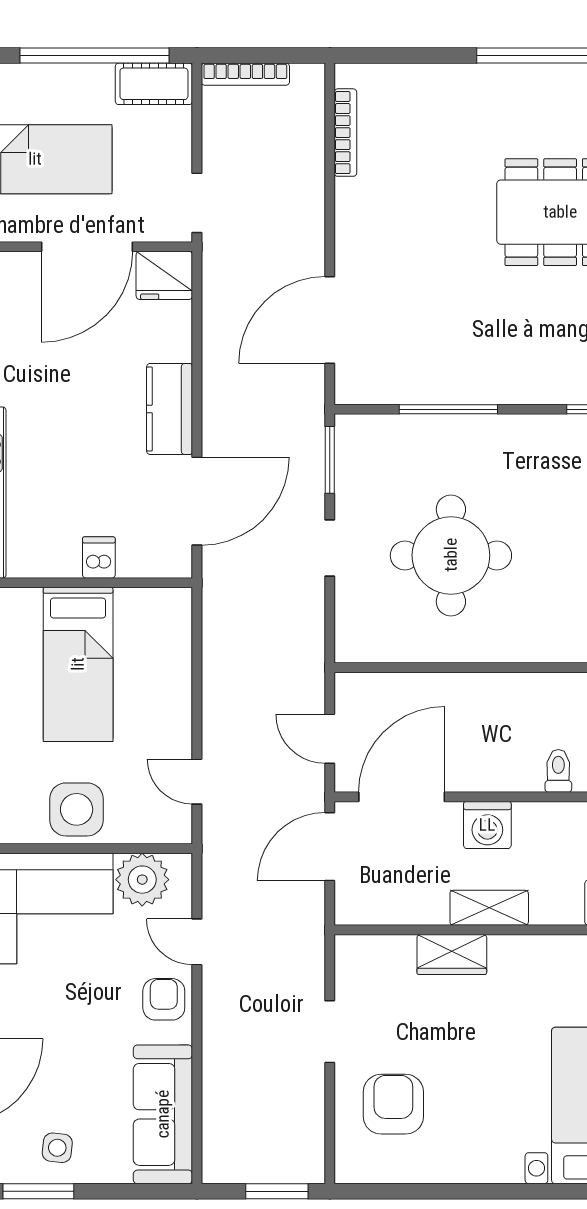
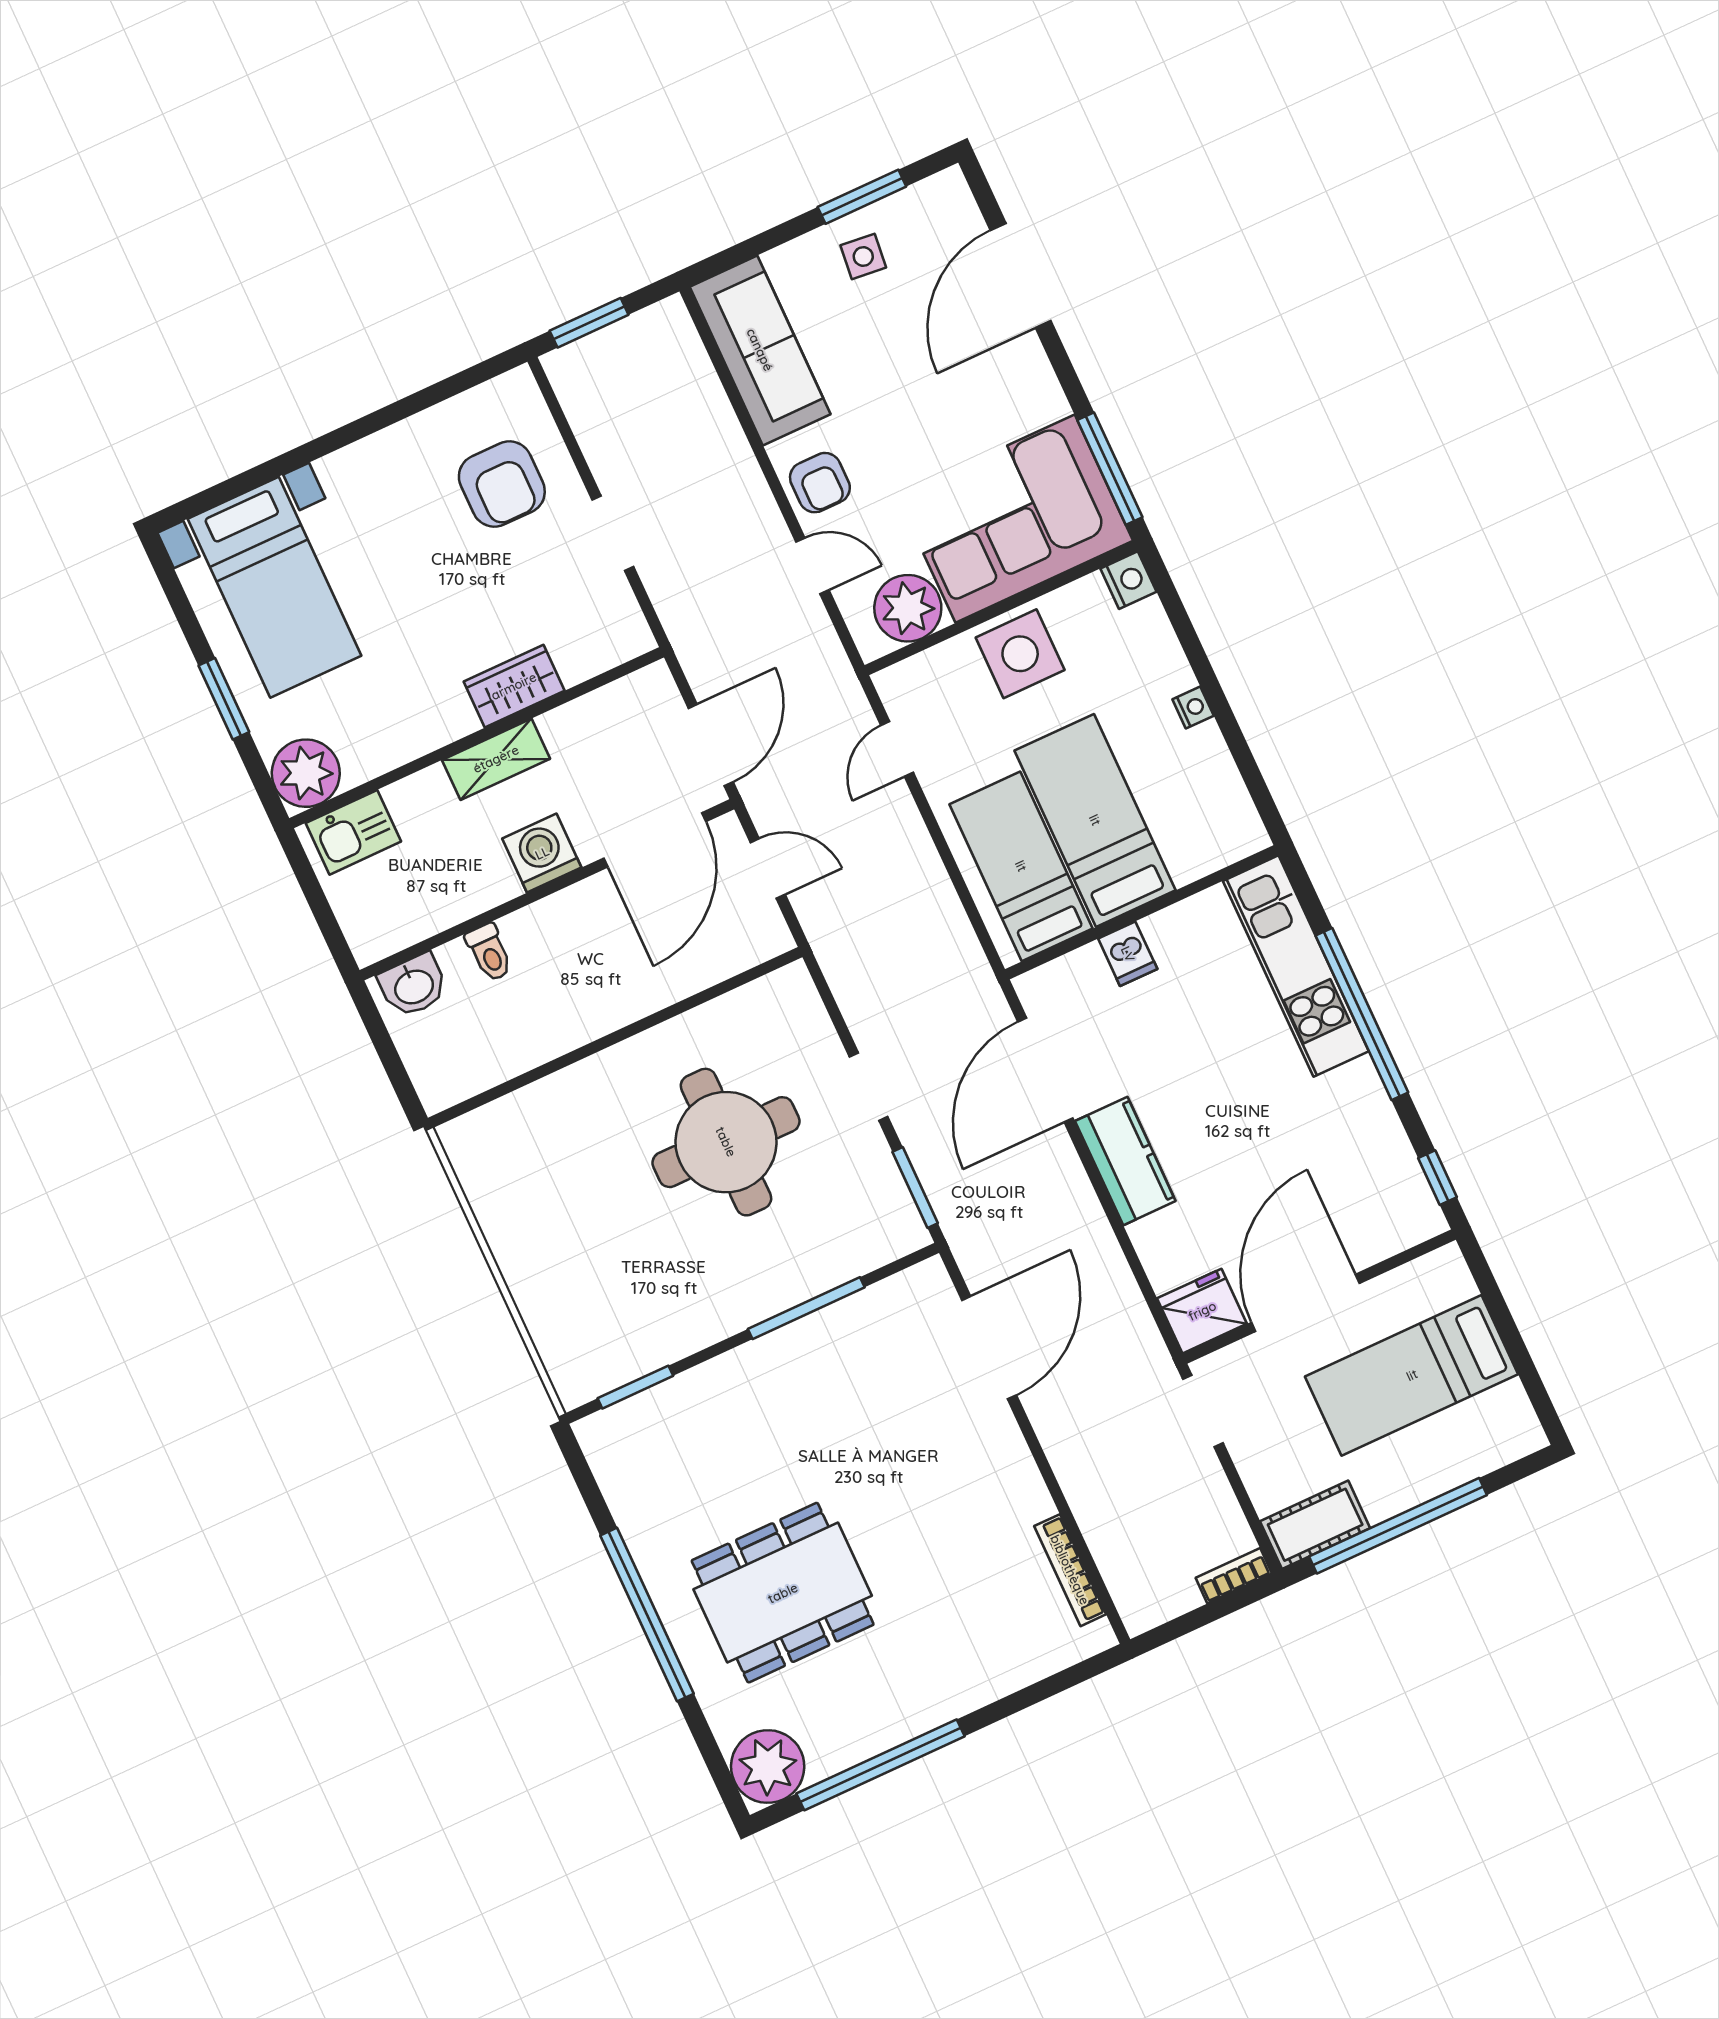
bookcase: (245, 74) -> (1234, 1576), width x0.64
bed: (147, 656) -> (1021, 866), added
door: (197, 782) -> (897, 749), swing flipped

